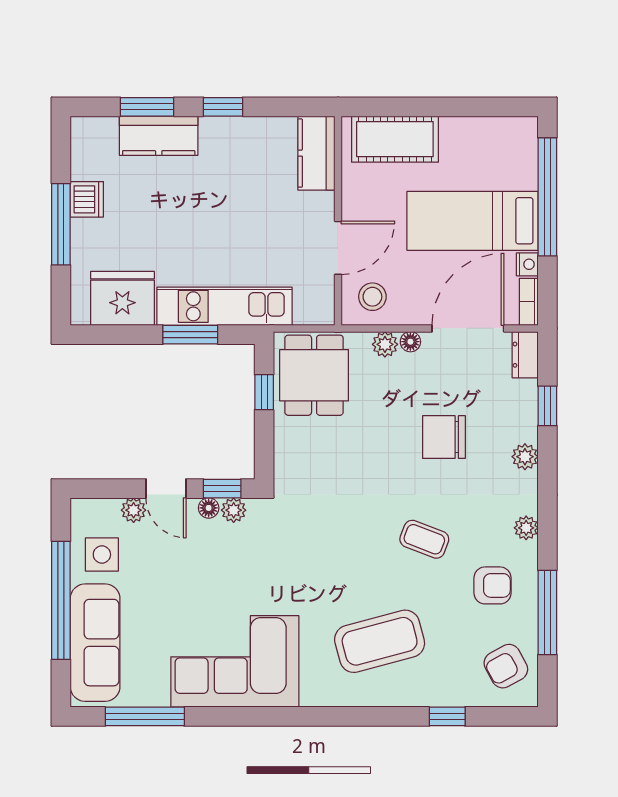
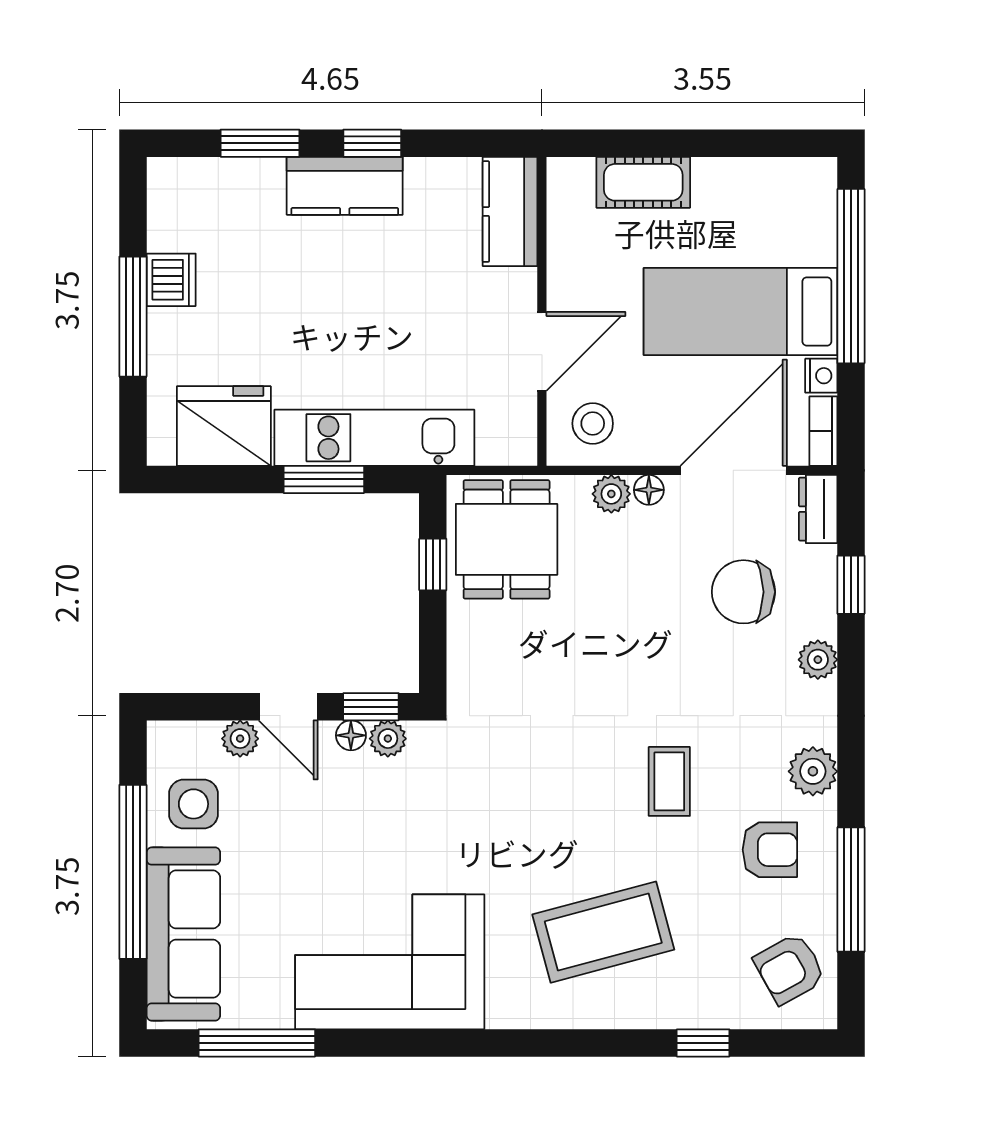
kitchen counter: (159, 136) -> (345, 186), moved
cot: (395, 139) -> (643, 182), width x0.73, depth x0.75
chair: (444, 437) -> (743, 592), moved
plant: (526, 528) -> (813, 771), width x1.38, depth x1.38
coffee table: (424, 539) -> (669, 781), turned 69

